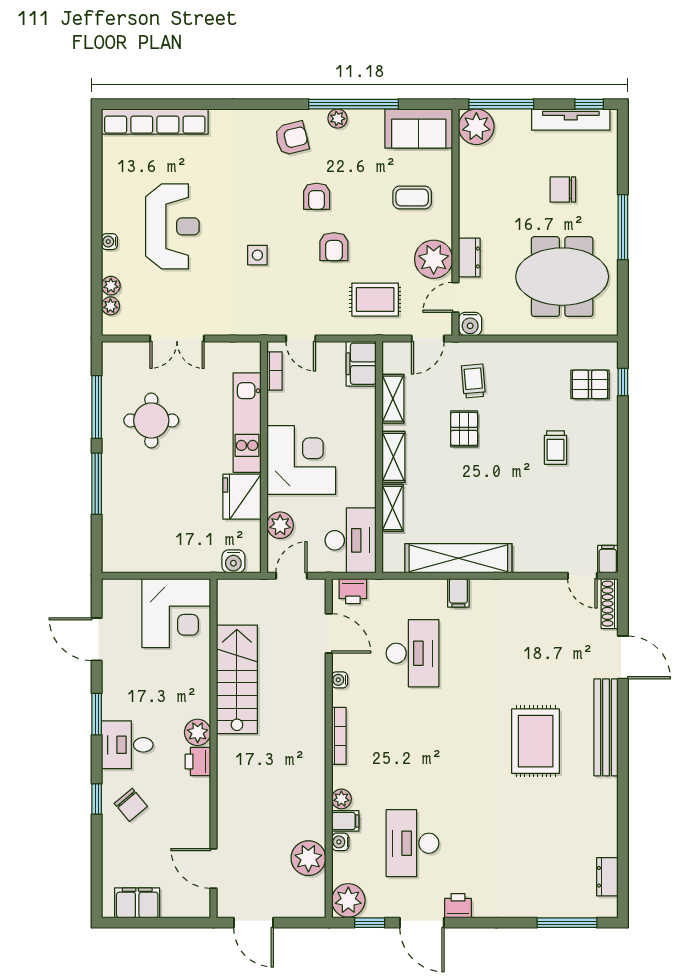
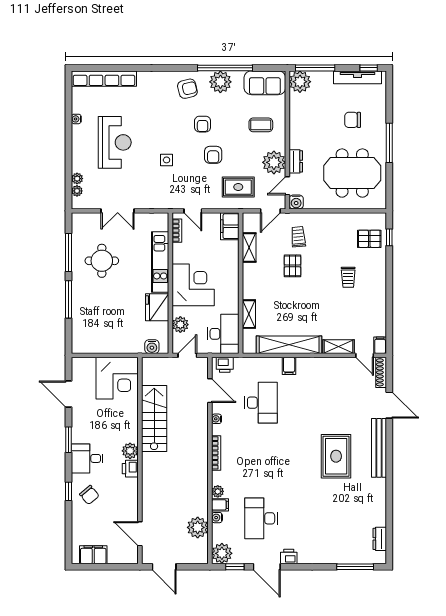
plant: (338, 119) -> (220, 82), width x1.88, depth x1.88
water cooler: (109, 242) -> (76, 119), moved
shelving: (393, 457) -> (338, 347), moved, turned 90

